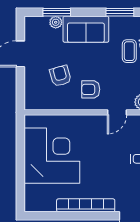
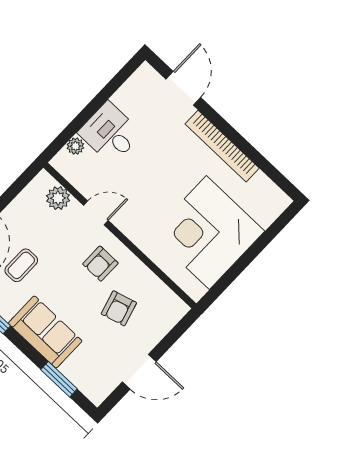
plant: (56, 22) -> (70, 370), removed
armchair: (91, 89) -> (100, 264), turned 90

